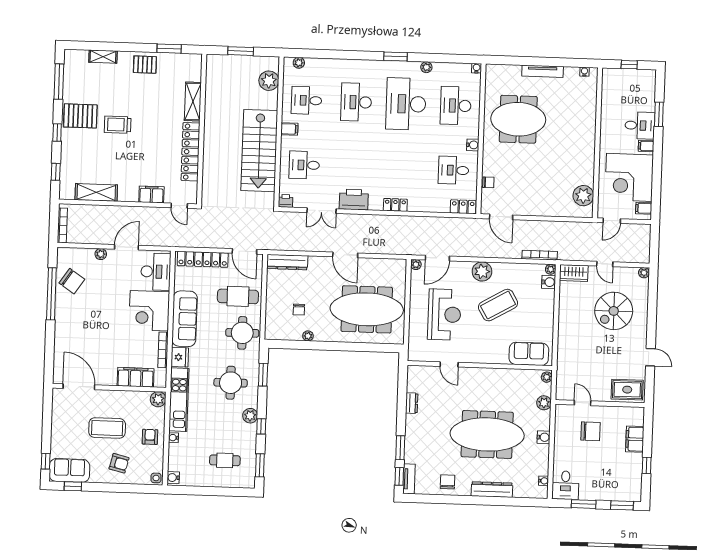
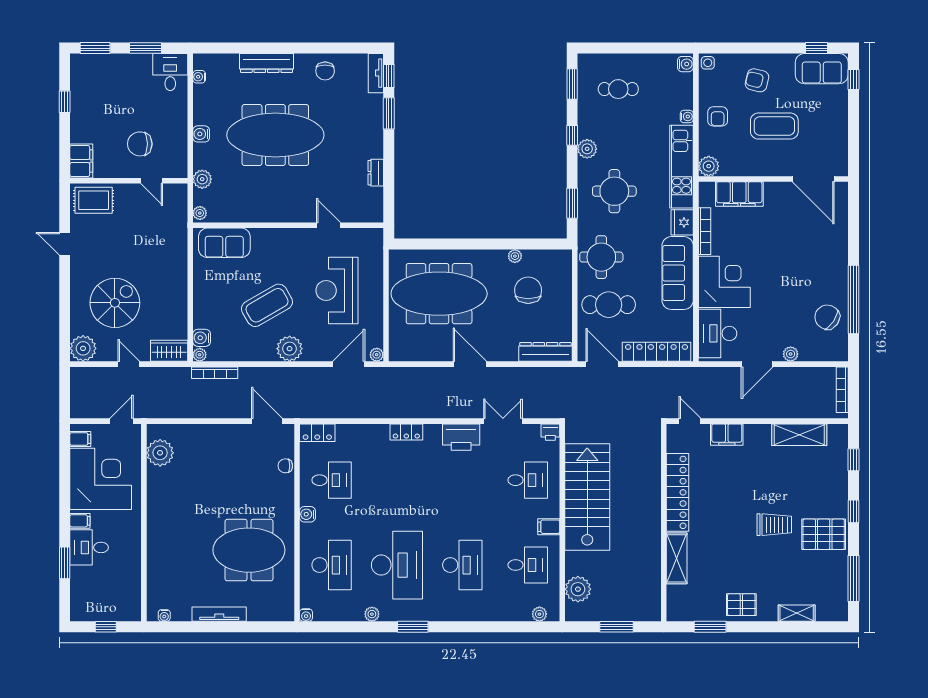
plant: (644, 273) -> (83, 348), width x1.88, depth x1.88
chair: (299, 310) -> (528, 290), width x1.87, depth x1.87
filing cabinet: (635, 439) -> (81, 161), moved

